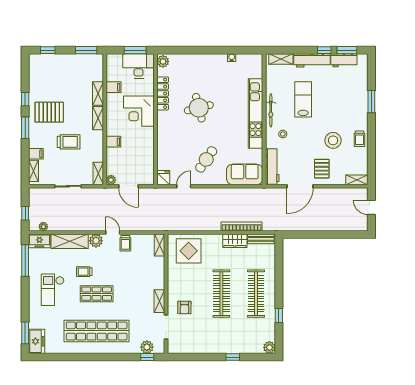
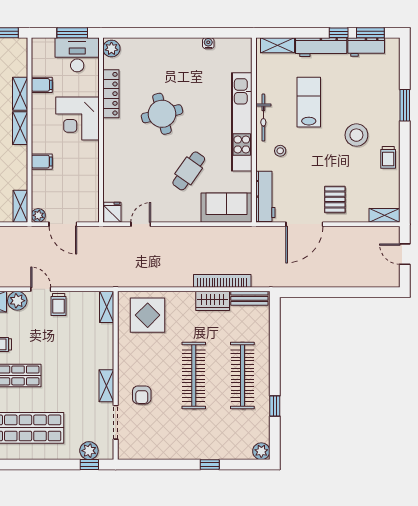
stool: (333, 140) -> (356, 135), moved
cafe table: (206, 159) -> (189, 171), moved

